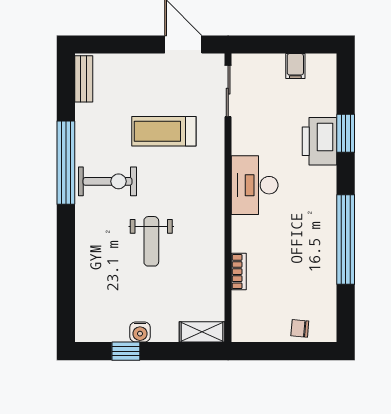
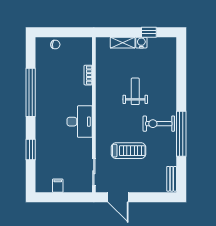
printer: (319, 141) -> (45, 145), removed
shelving: (202, 332) -> (123, 43), moved

